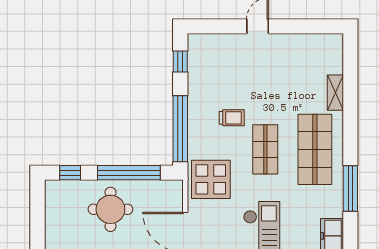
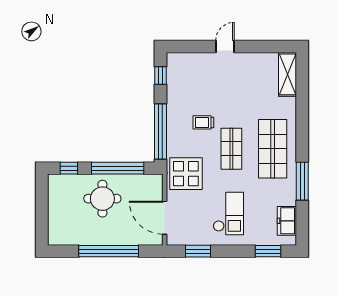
shelving: (335, 93) -> (287, 74), moved, width x1.50, depth x1.33
trolley: (232, 118) -> (203, 122), turned 180

